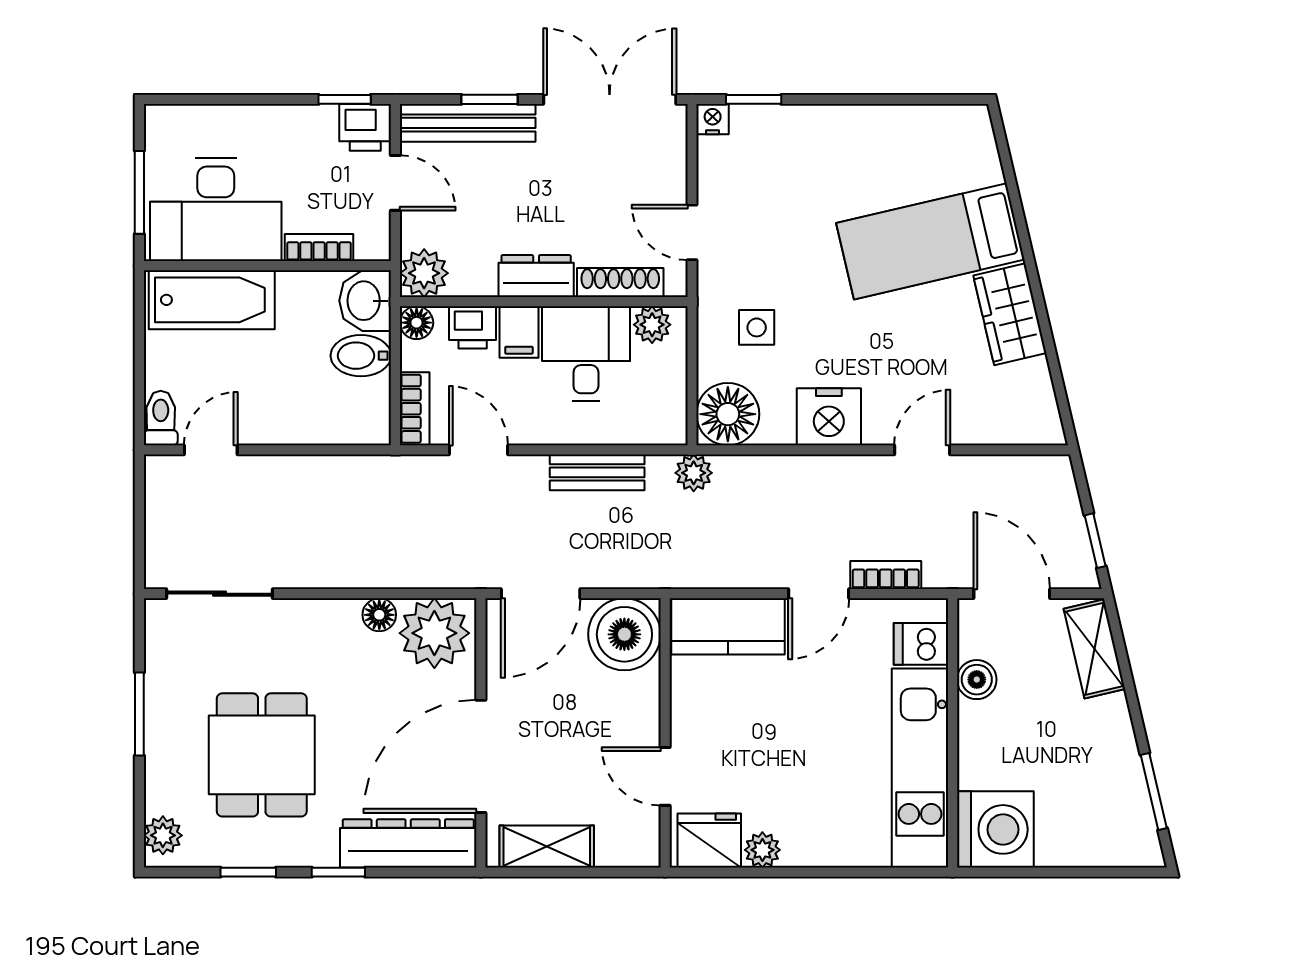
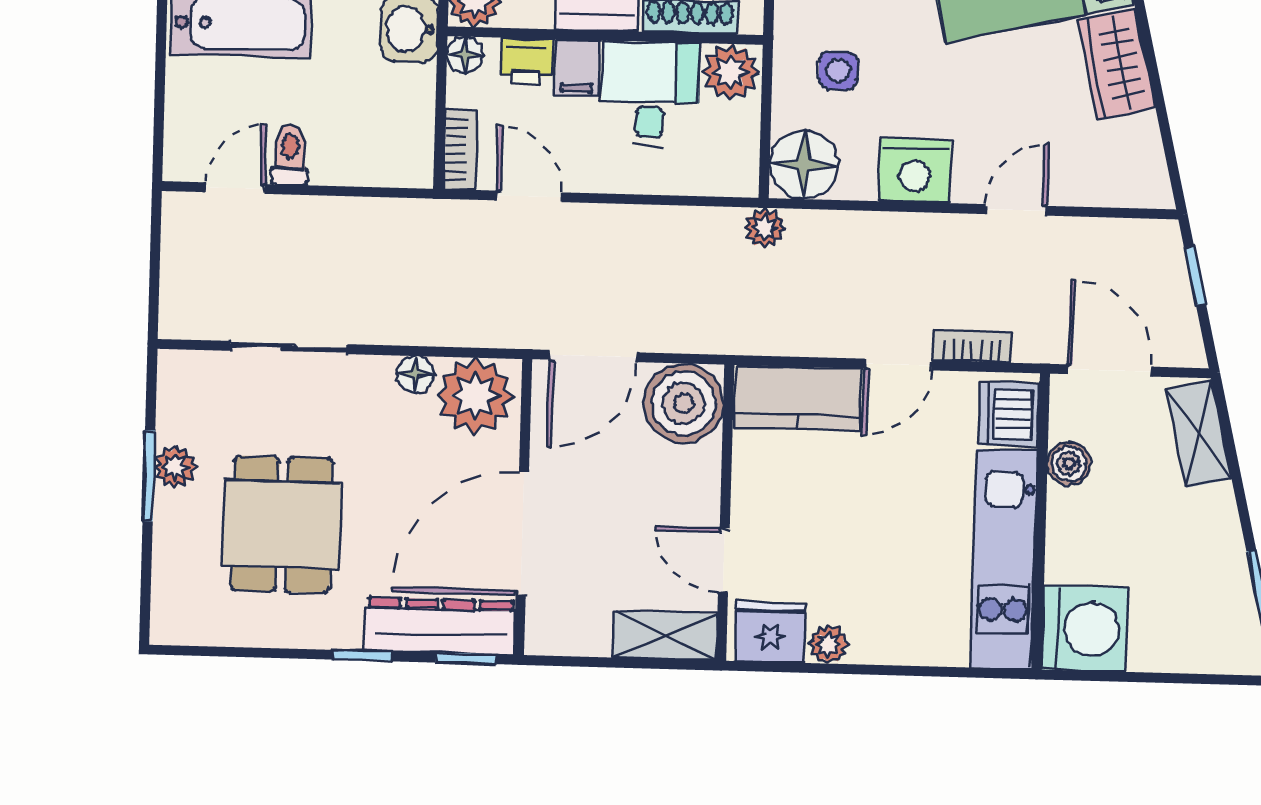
plant: (652, 325) -> (731, 72), width x1.38, depth x1.38
bidet: (361, 356) -> (403, 89), removed
toilet: (161, 418) -> (290, 155), moved
bench: (597, 472) -> (659, 225), removed
window: (1095, 541) -> (1195, 276), moved
sliding door: (220, 594) -> (289, 348), moved
dishwasher: (921, 644) -> (1009, 414), width x1.38
plant: (163, 835) -> (175, 467), moved
shelving: (547, 847) -> (665, 636), moved
window: (248, 872) -> (466, 658), moved

